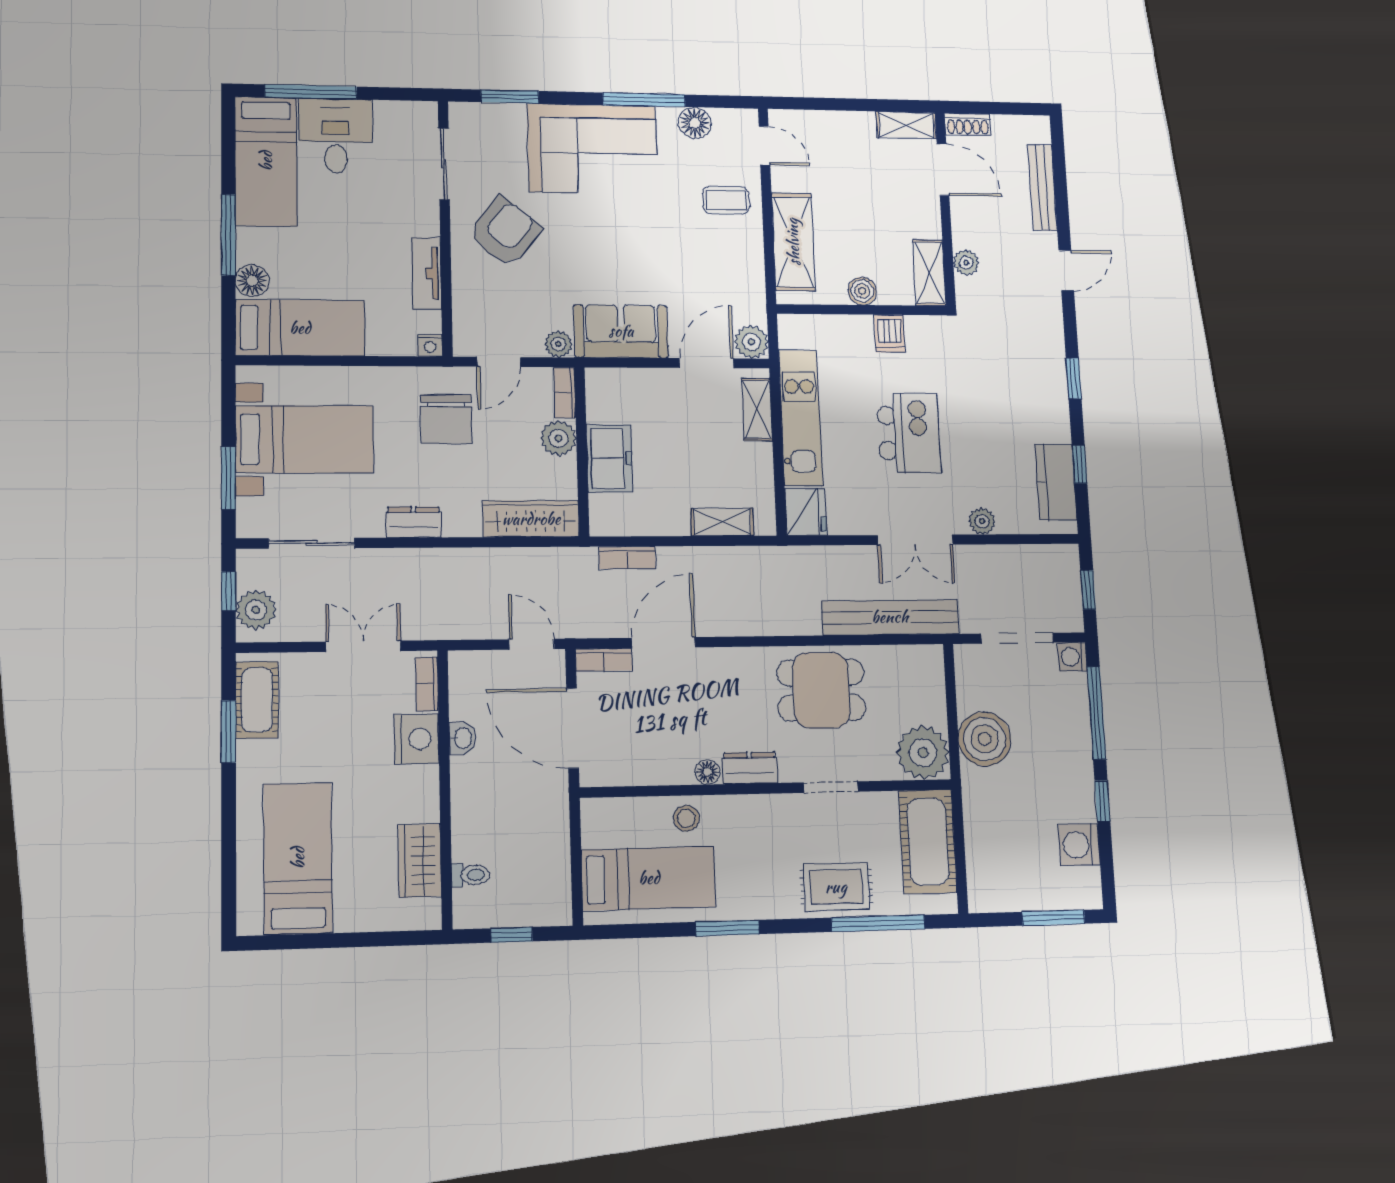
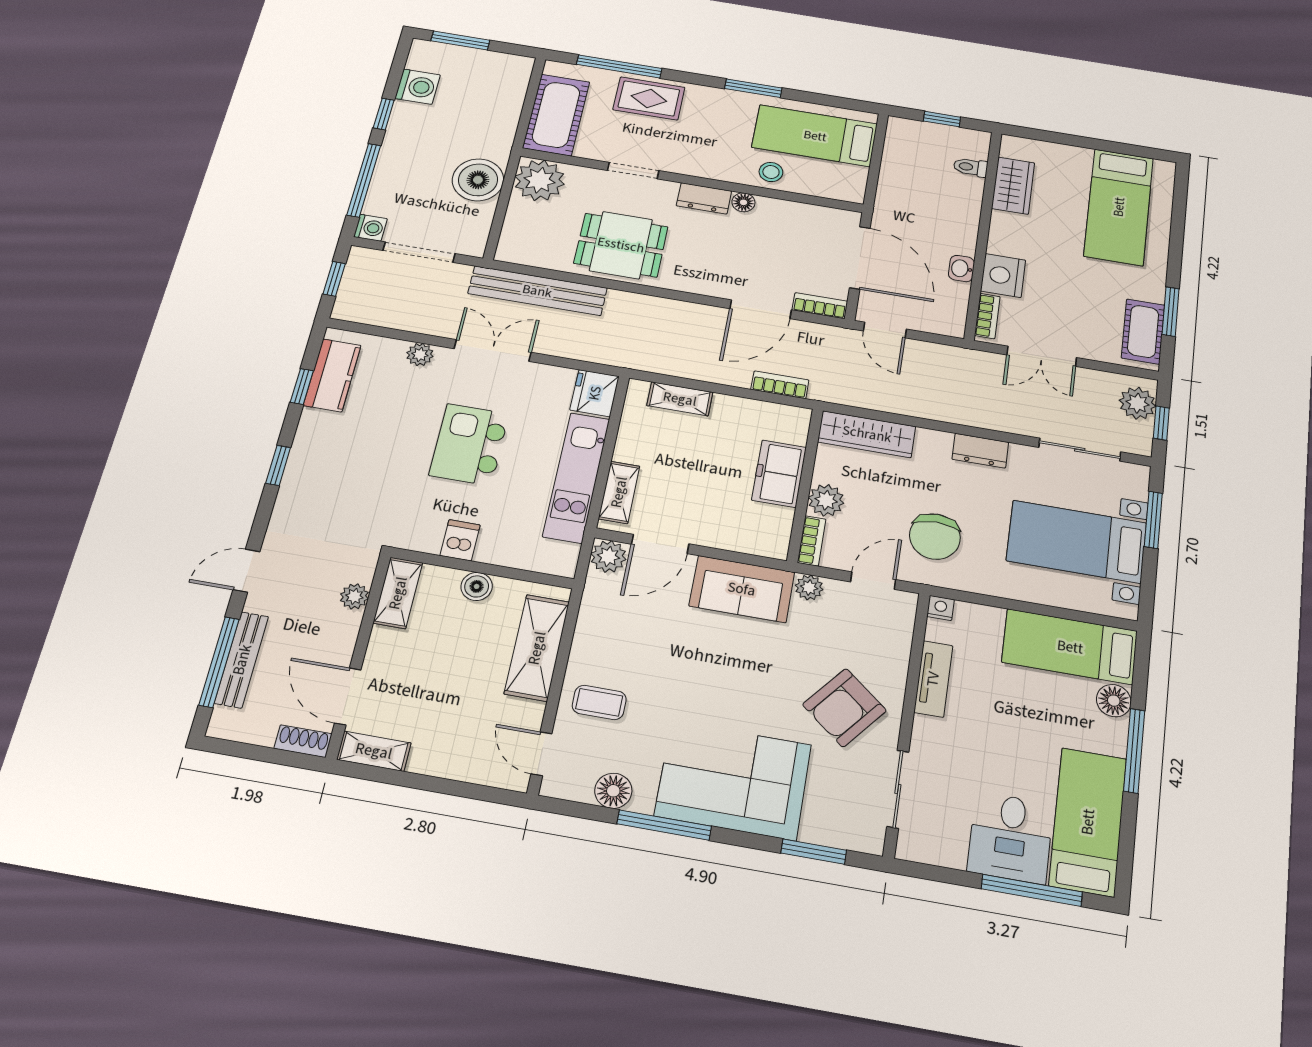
window: (1060, 182) -> (219, 662), added
chair: (446, 419) -> (935, 536), turned 180

